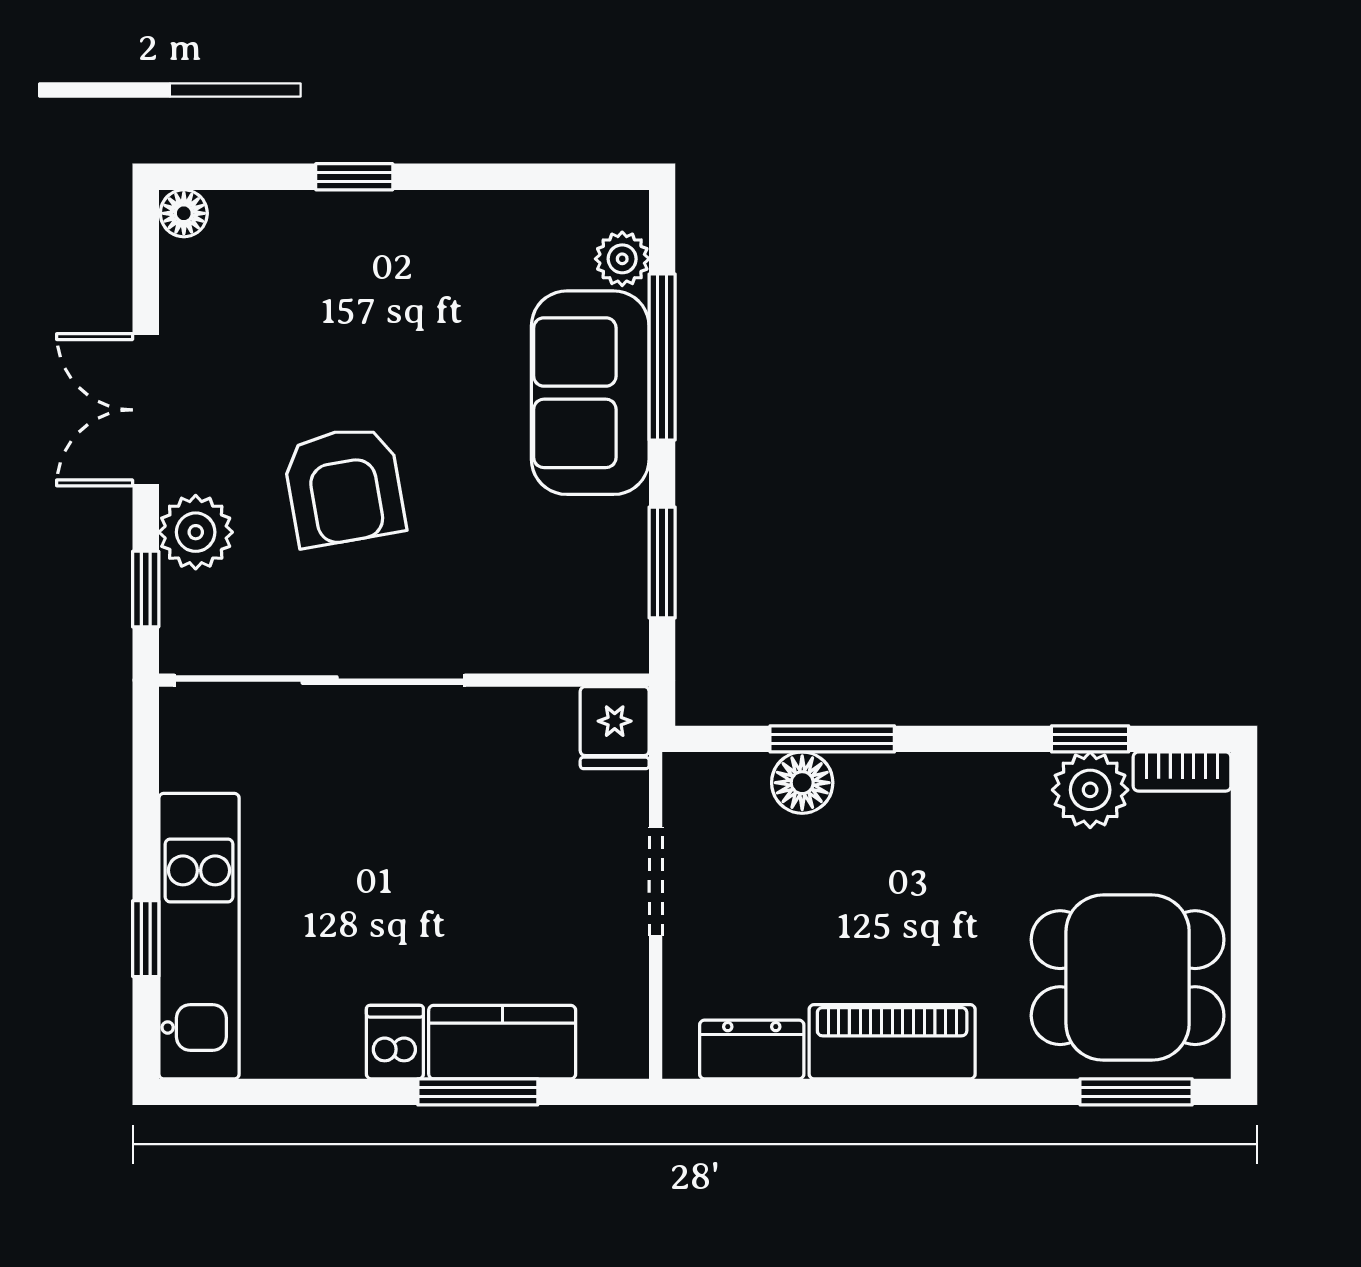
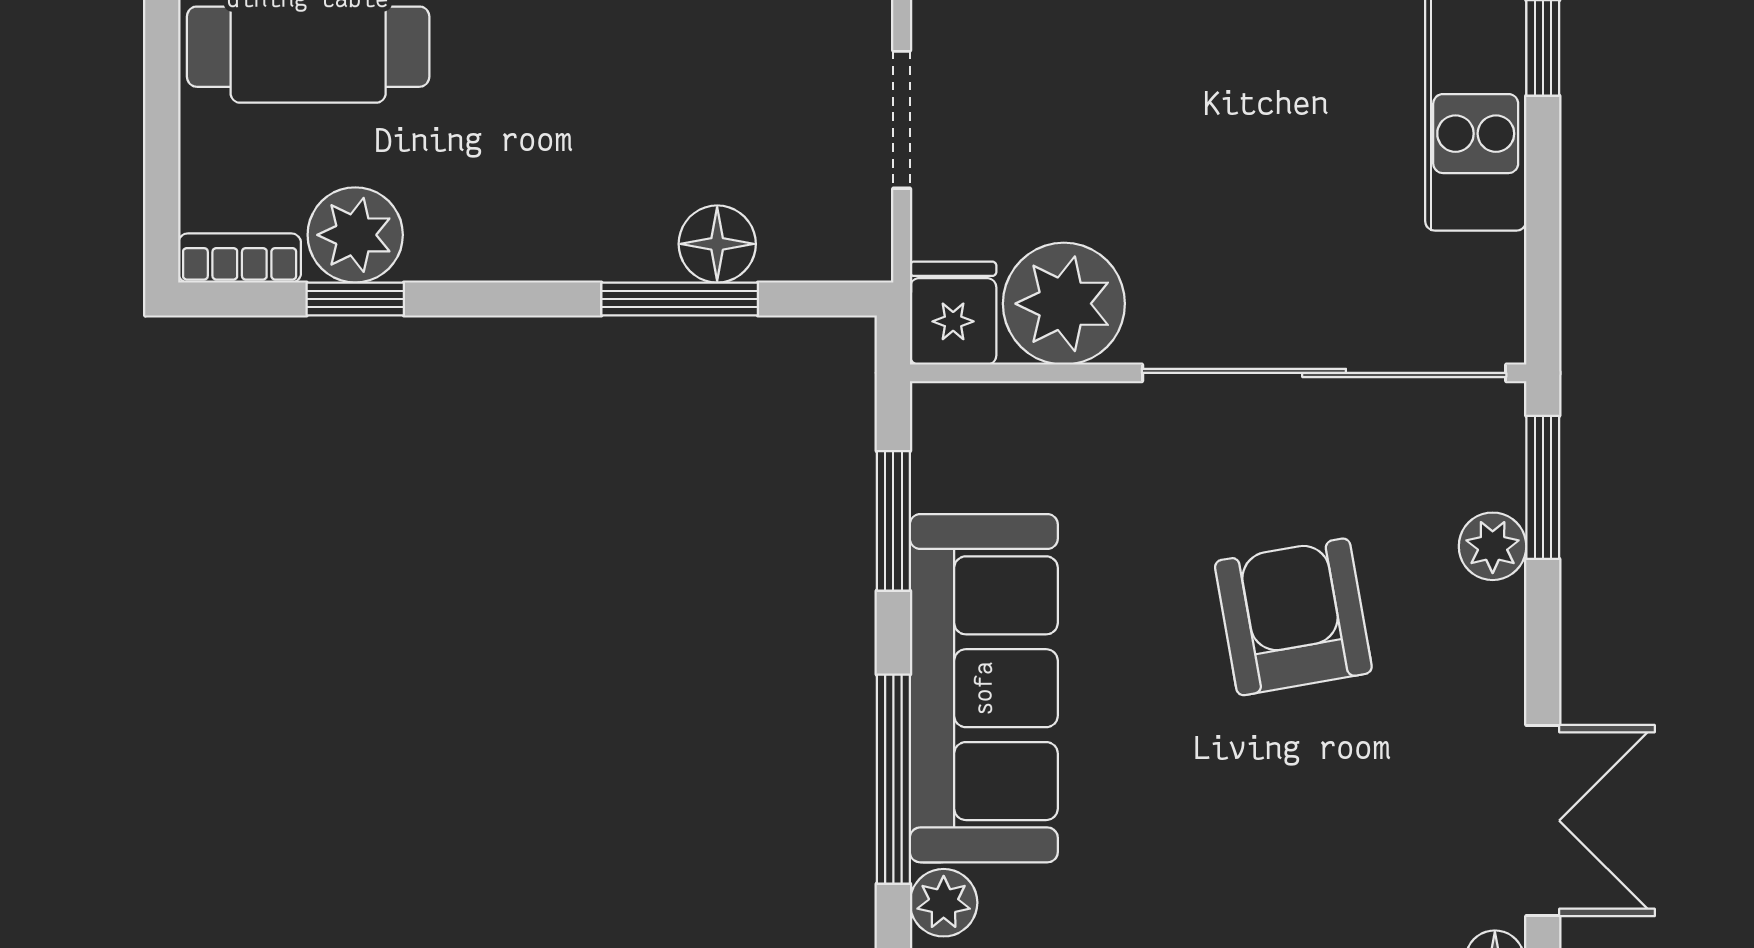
sofa: (590, 393) -> (984, 688), width x1.36
double door: (146, 410) -> (1543, 821), moved
plant: (196, 532) -> (1493, 546), width x0.73, depth x0.73
window: (146, 589) -> (1543, 487), width x1.50
plant: (526, 735) -> (1064, 304), added

